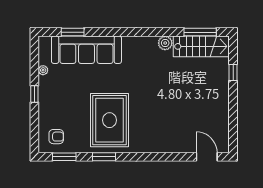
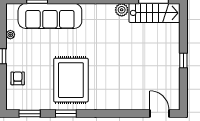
window: (233, 72) -> (183, 60), moved
armchair: (56, 137) -> (18, 78), moved, turned -90

